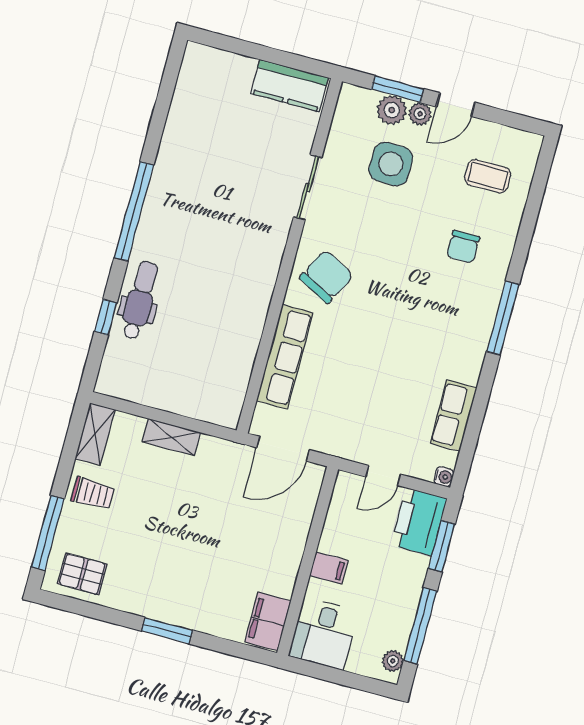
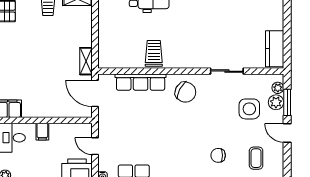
plant: (420, 114) -> (278, 88), moved
trolley: (237, 317) -> (154, 53), added
shelving: (171, 437) -> (86, 61), moved

